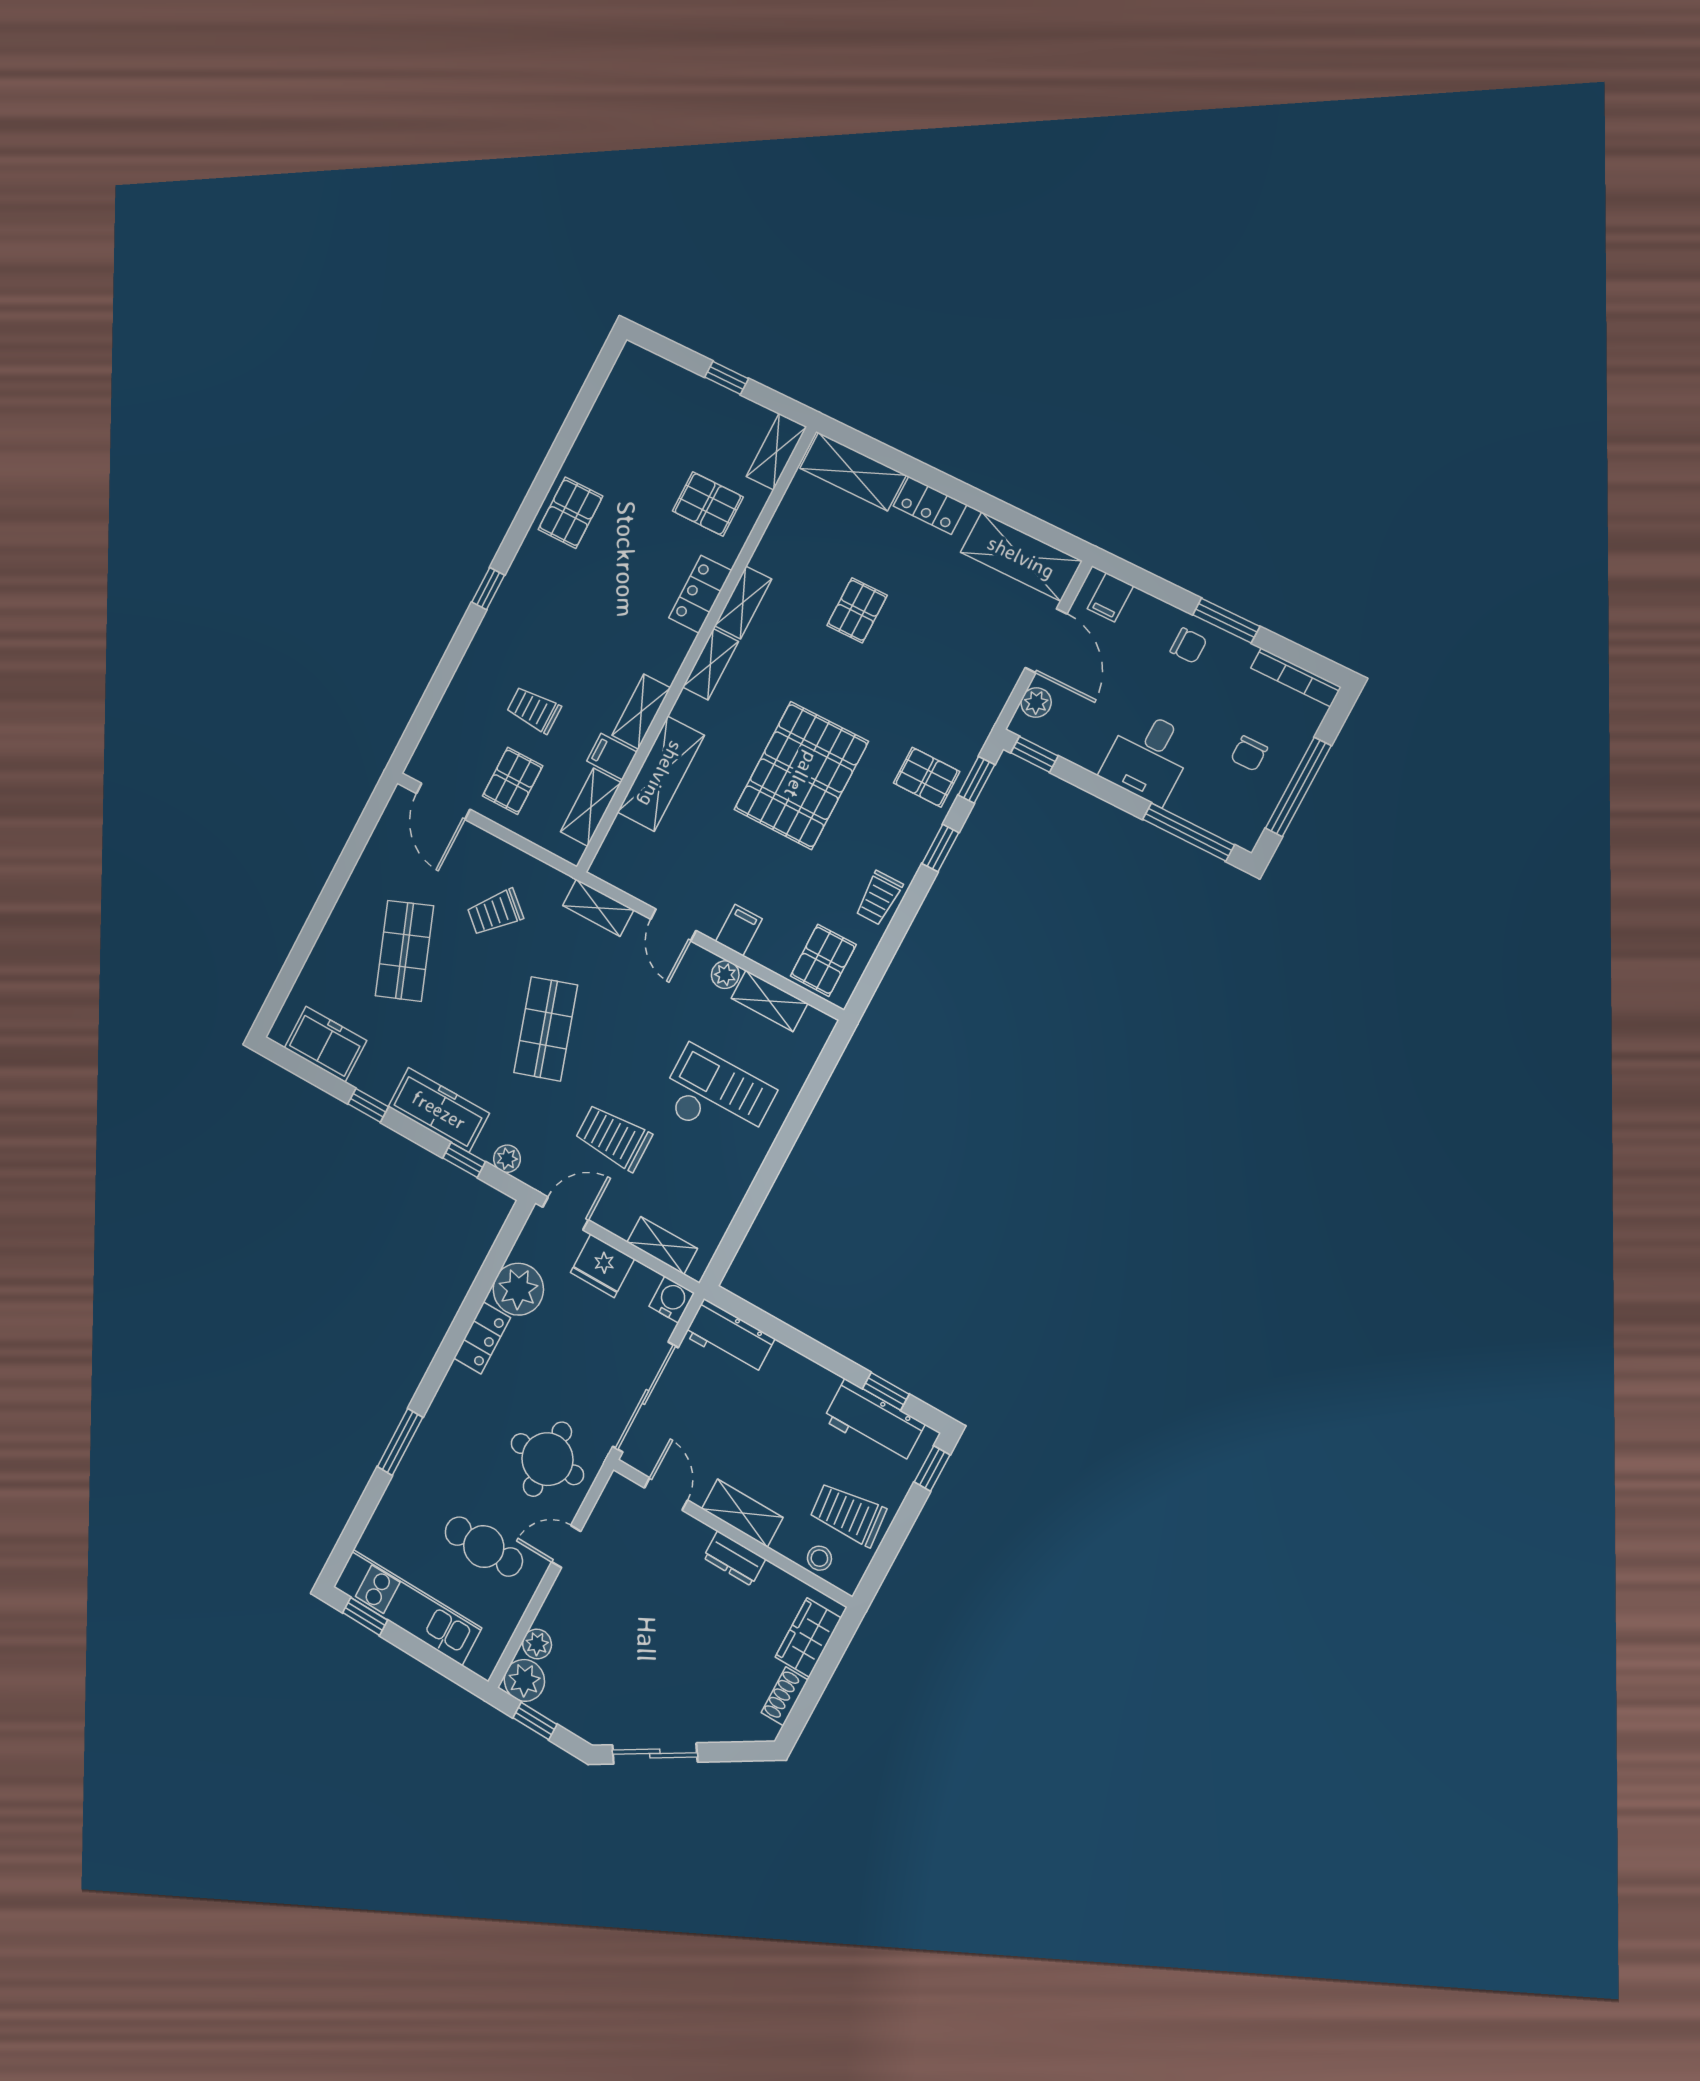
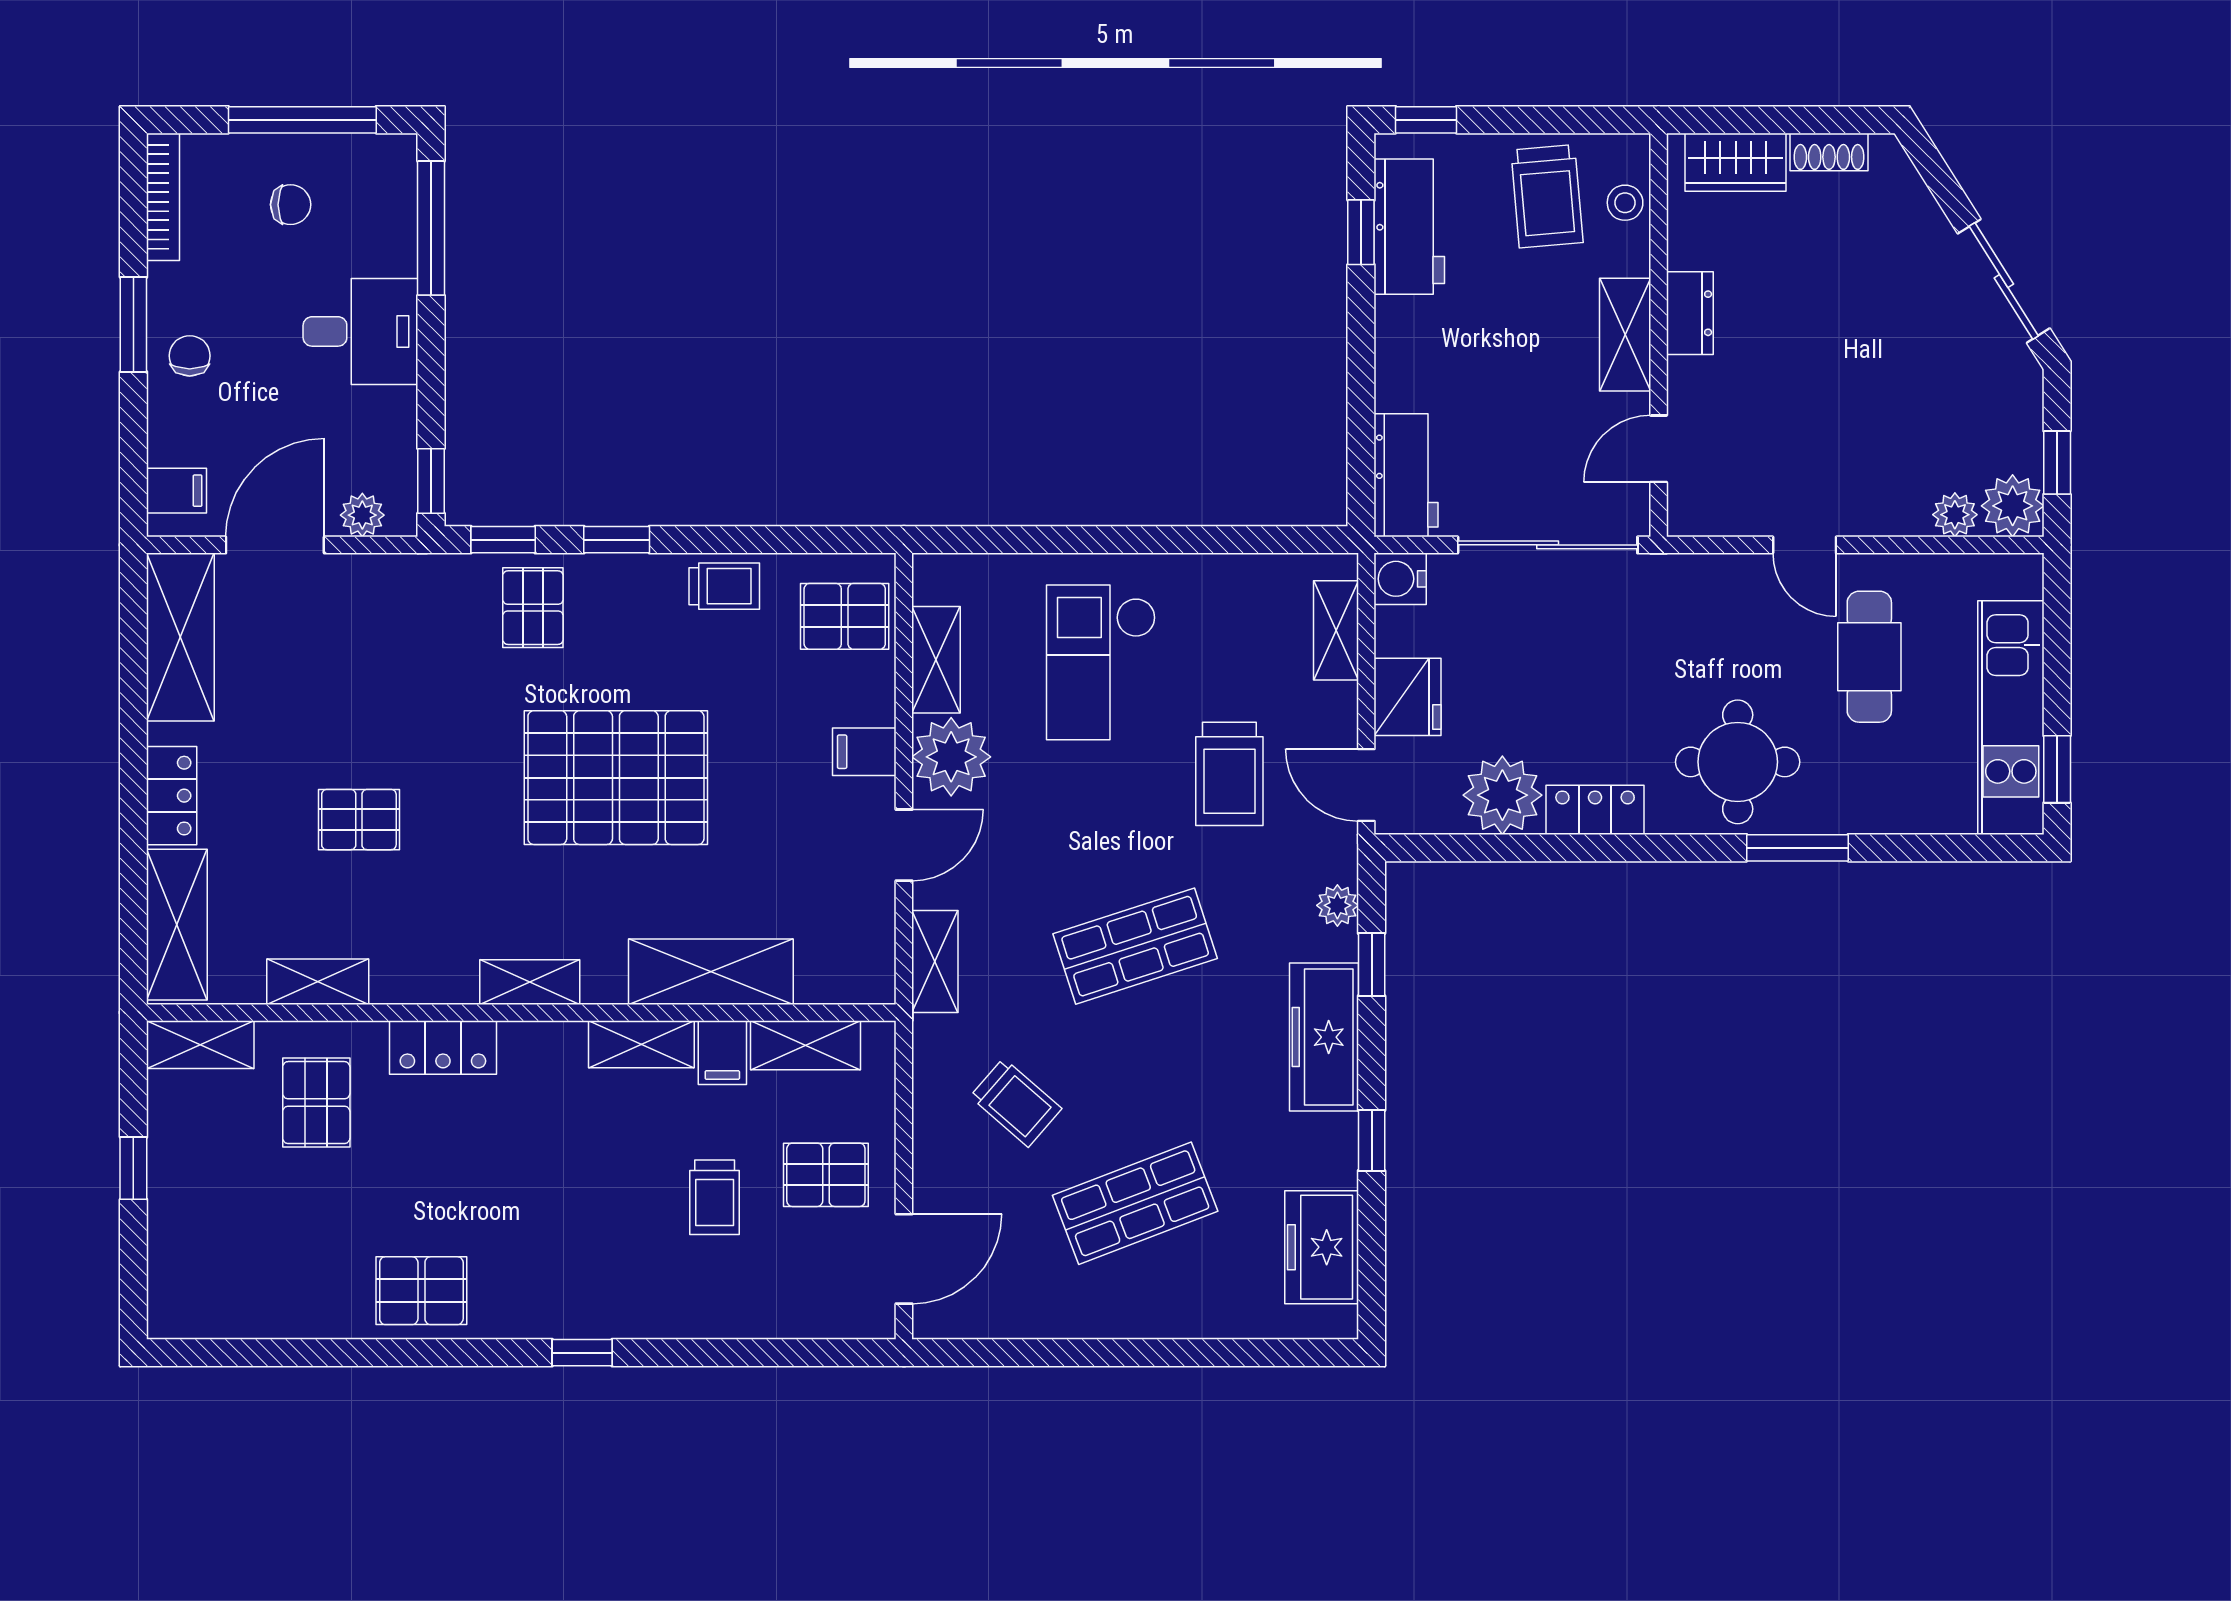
shelving: (743, 602) -> (318, 982), moved
plant: (725, 975) -> (951, 757), width x1.88, depth x1.88
round table: (547, 1459) -> (1738, 762), moved

